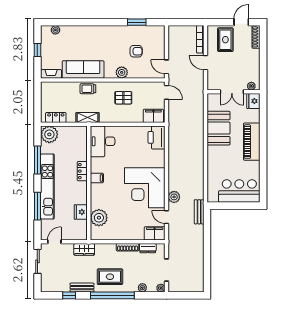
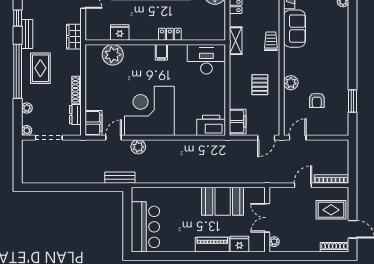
sofa: (83, 69) -> (294, 29), width x0.73
fridge: (253, 101) -> (239, 244), moved
piano: (252, 142) -> (212, 245), width x0.73, depth x0.75

